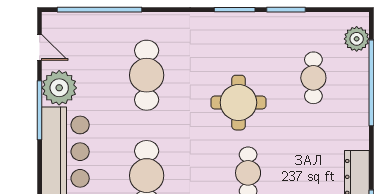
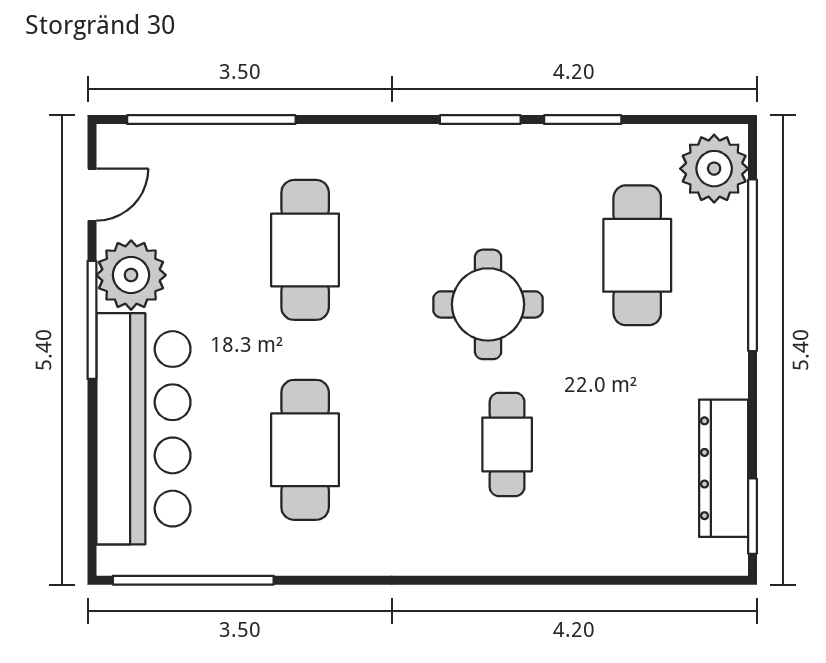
plant: (357, 39) -> (714, 169), width x1.36, depth x1.36
door: (40, 47) -> (92, 195), hinge flipped
cafe table: (313, 78) -> (637, 255), width x1.37, depth x1.35

